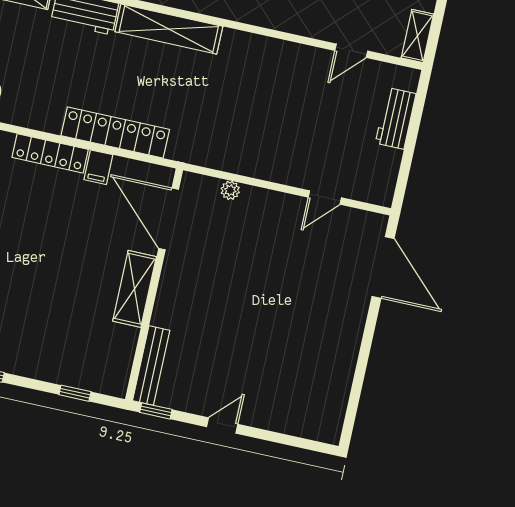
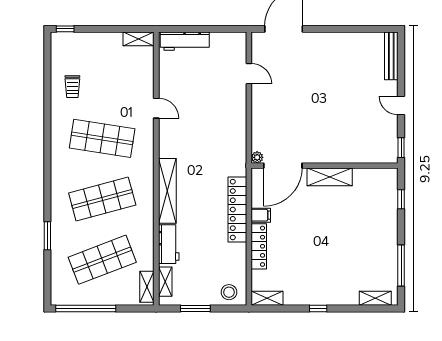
door: (351, 51) -> (156, 108), moved
workbench: (396, 118) -> (185, 41), width x1.38
plant: (230, 190) -> (257, 157), moved
bench: (151, 366) -> (391, 56), moved, turned 90

